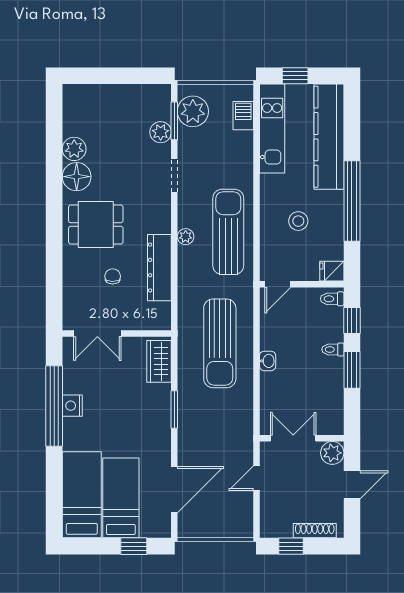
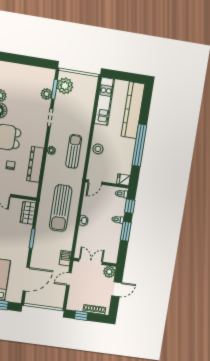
window: (295, 76) -> (121, 76), removed
barbecue: (243, 116) -> (65, 258), moved
stool: (298, 221) -> (98, 149), moved
sun lounger: (228, 232) -> (74, 151), width x0.73, depth x0.75

